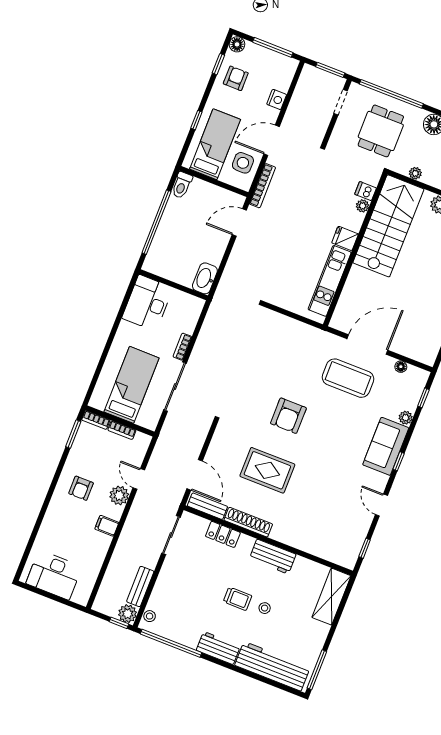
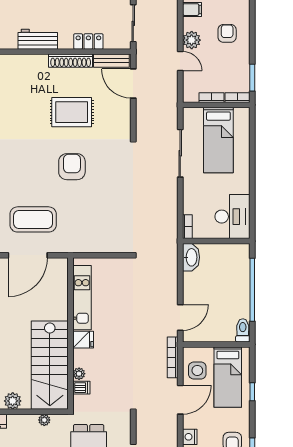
bookcase: (182, 347) -> (187, 227), moved

